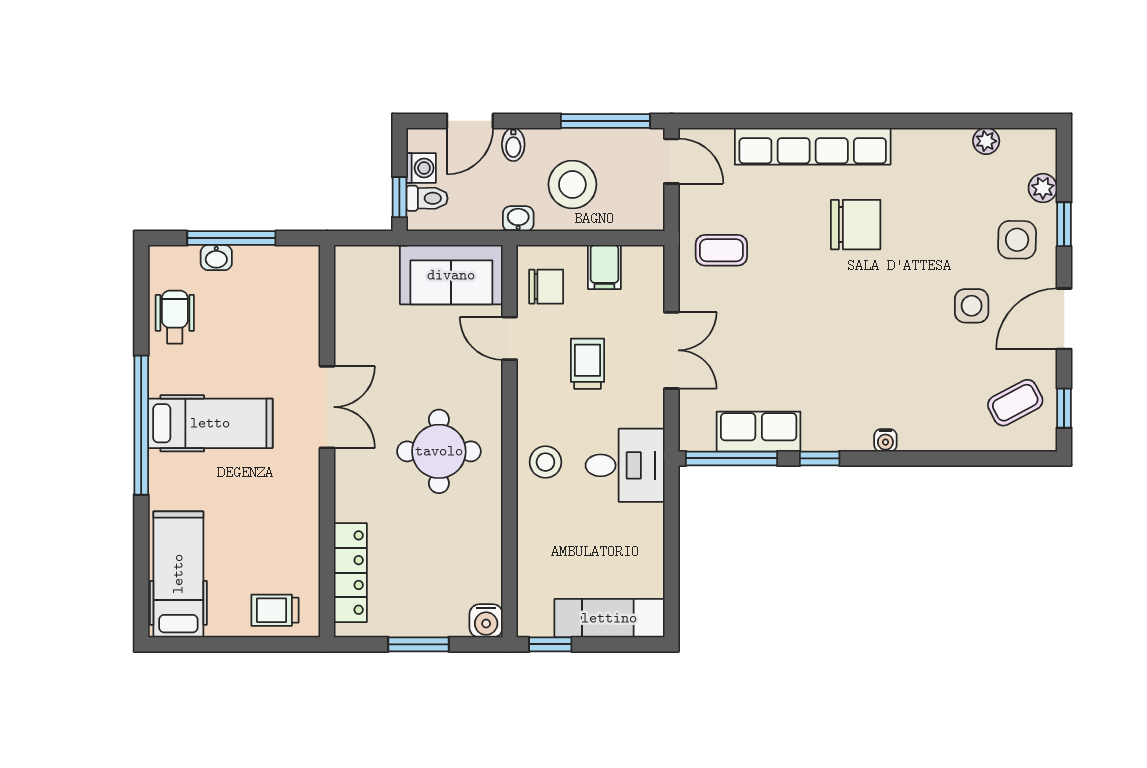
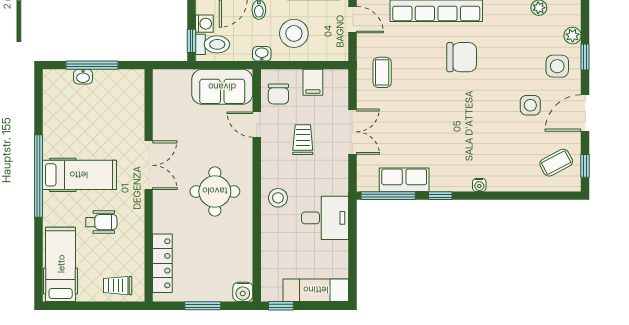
toilet: (427, 198) -> (213, 44), width x1.37, depth x1.39
coffee table: (721, 250) -> (382, 72), turned 90
chair: (546, 287) -> (278, 94), turned 90
wheelchair: (175, 317) -> (101, 222), moved, turned 90
desk: (625, 465) -> (325, 218), moved

